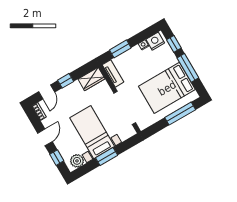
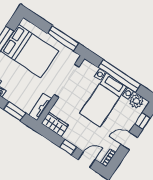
window: (180, 114) -> (63, 38), moved
window: (107, 157) -> (119, 76), width x2.11

